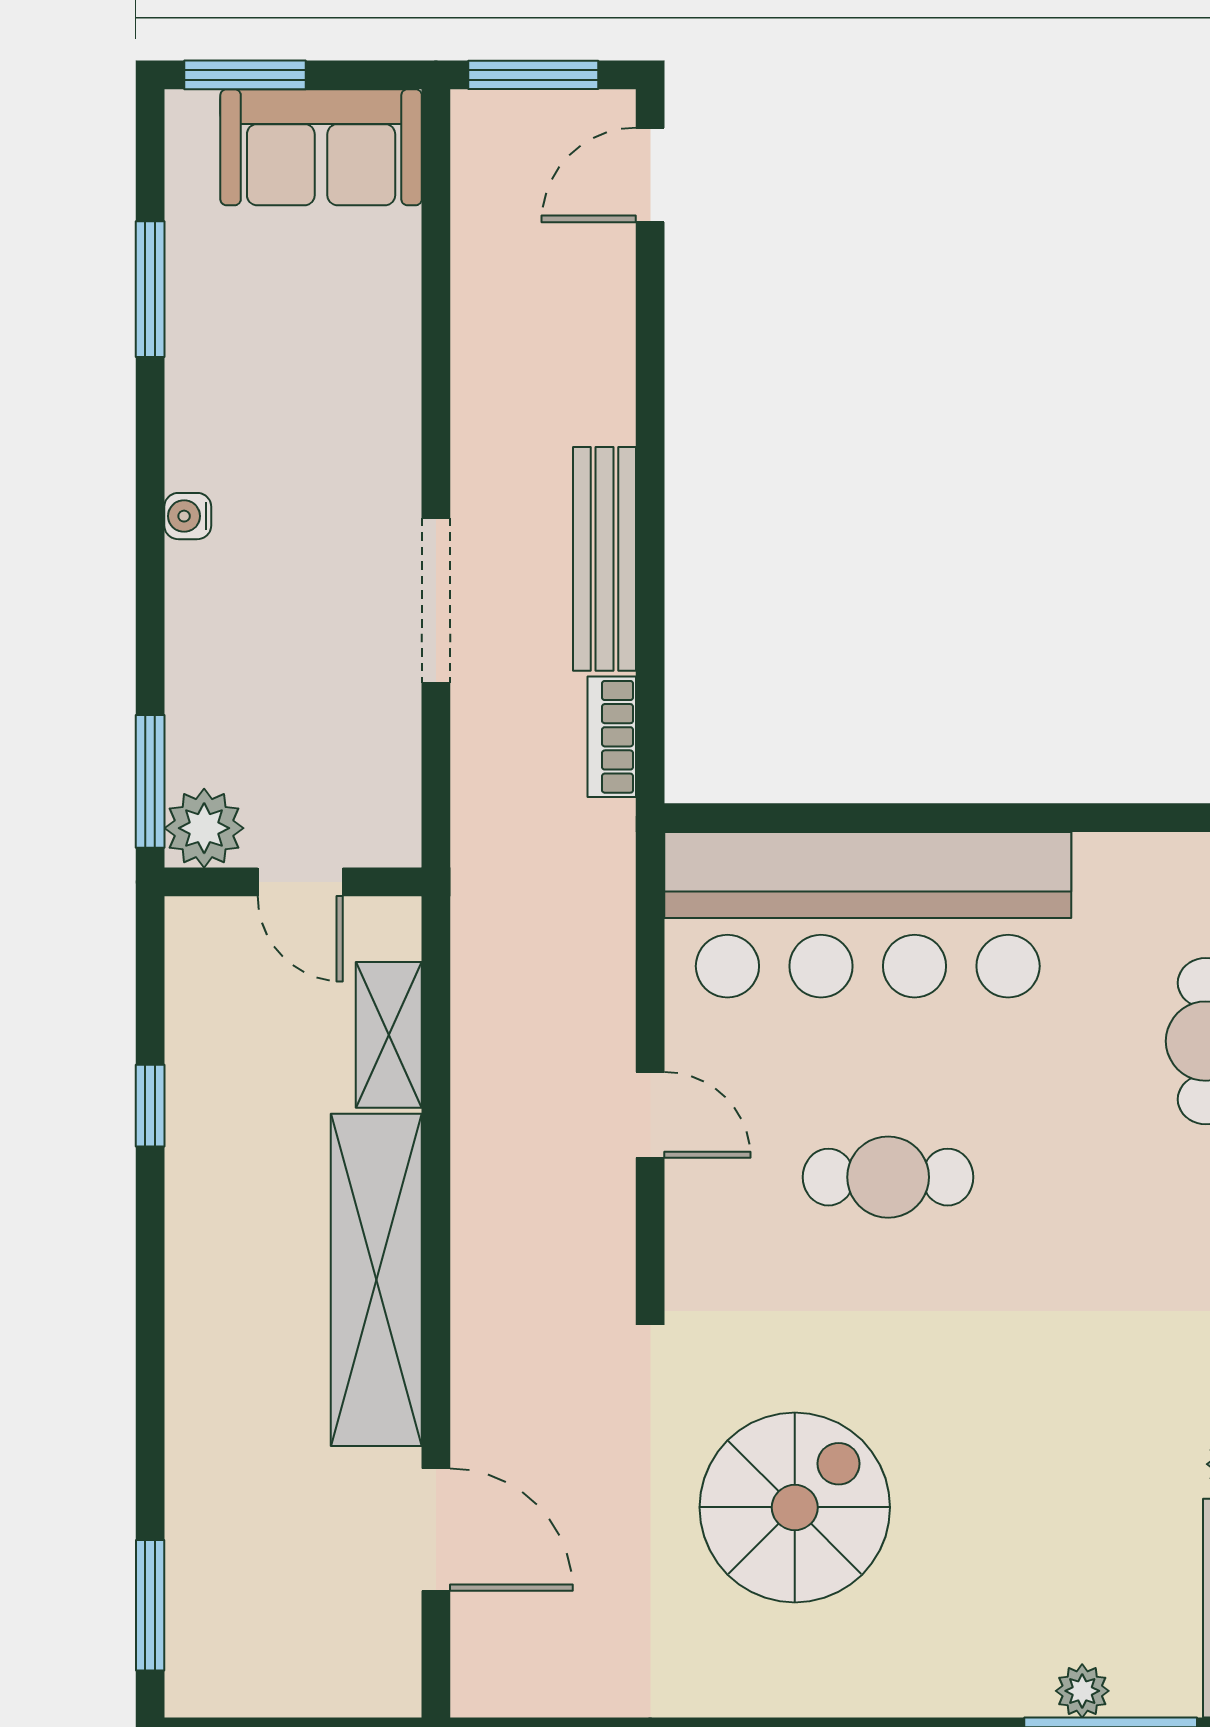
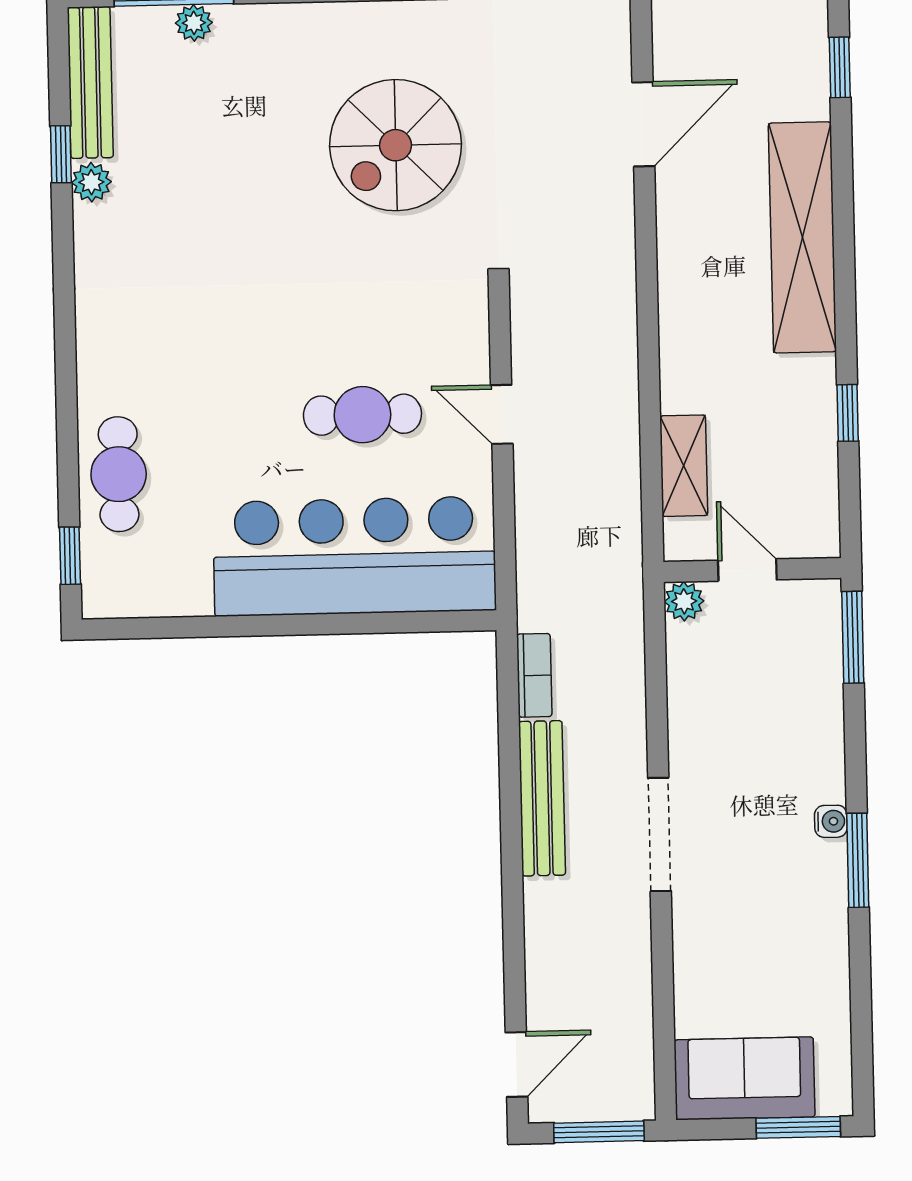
window: (150, 289) -> (858, 860), moved
doorway: (436, 600) -> (660, 835), moved
plant: (204, 828) -> (684, 601), moved, width x0.73, depth x0.73
cafe table: (888, 1177) -> (362, 415), moved
shelving: (376, 1280) -> (802, 237), moved
door: (436, 1530) -> (643, 124), swing flipped
window: (150, 1605) -> (840, 67), width x0.67

